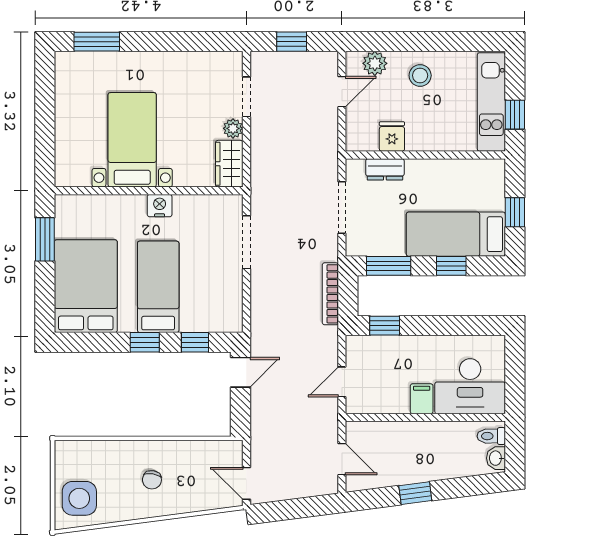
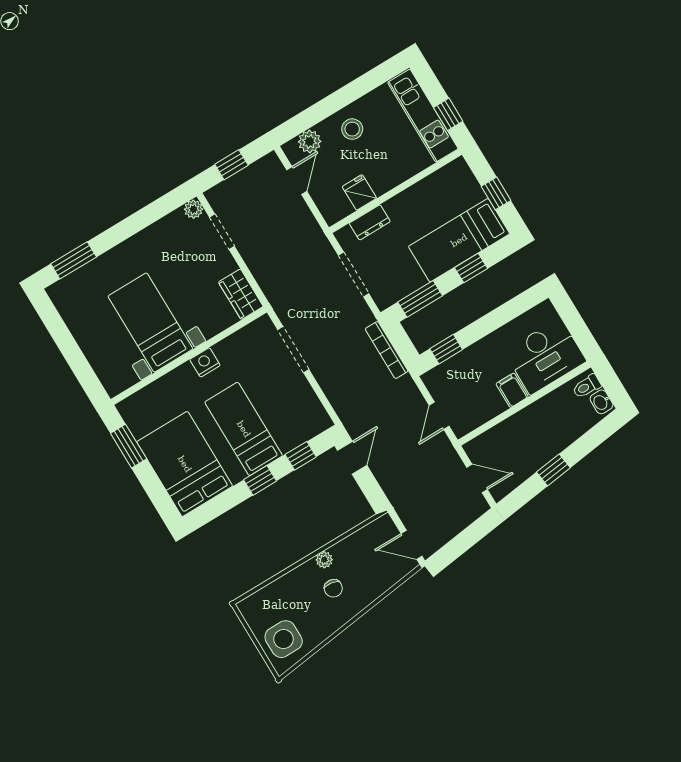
plant: (233, 128) -> (193, 209), moved
plant: (159, 449) -> (324, 560), added

